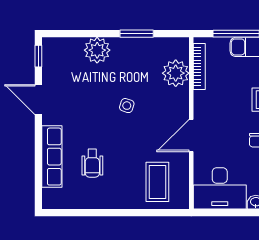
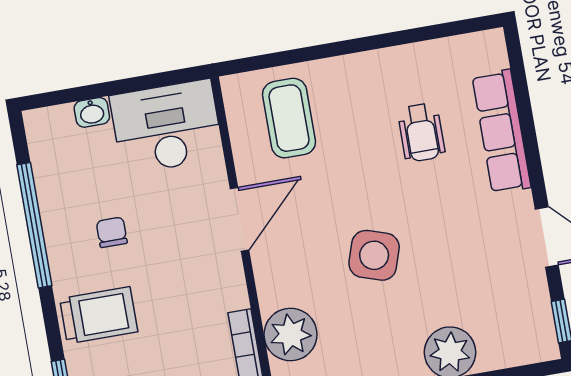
side table: (127, 106) -> (374, 255), width x1.87, depth x1.87
wheelchair: (92, 163) -> (421, 132), turned 180

